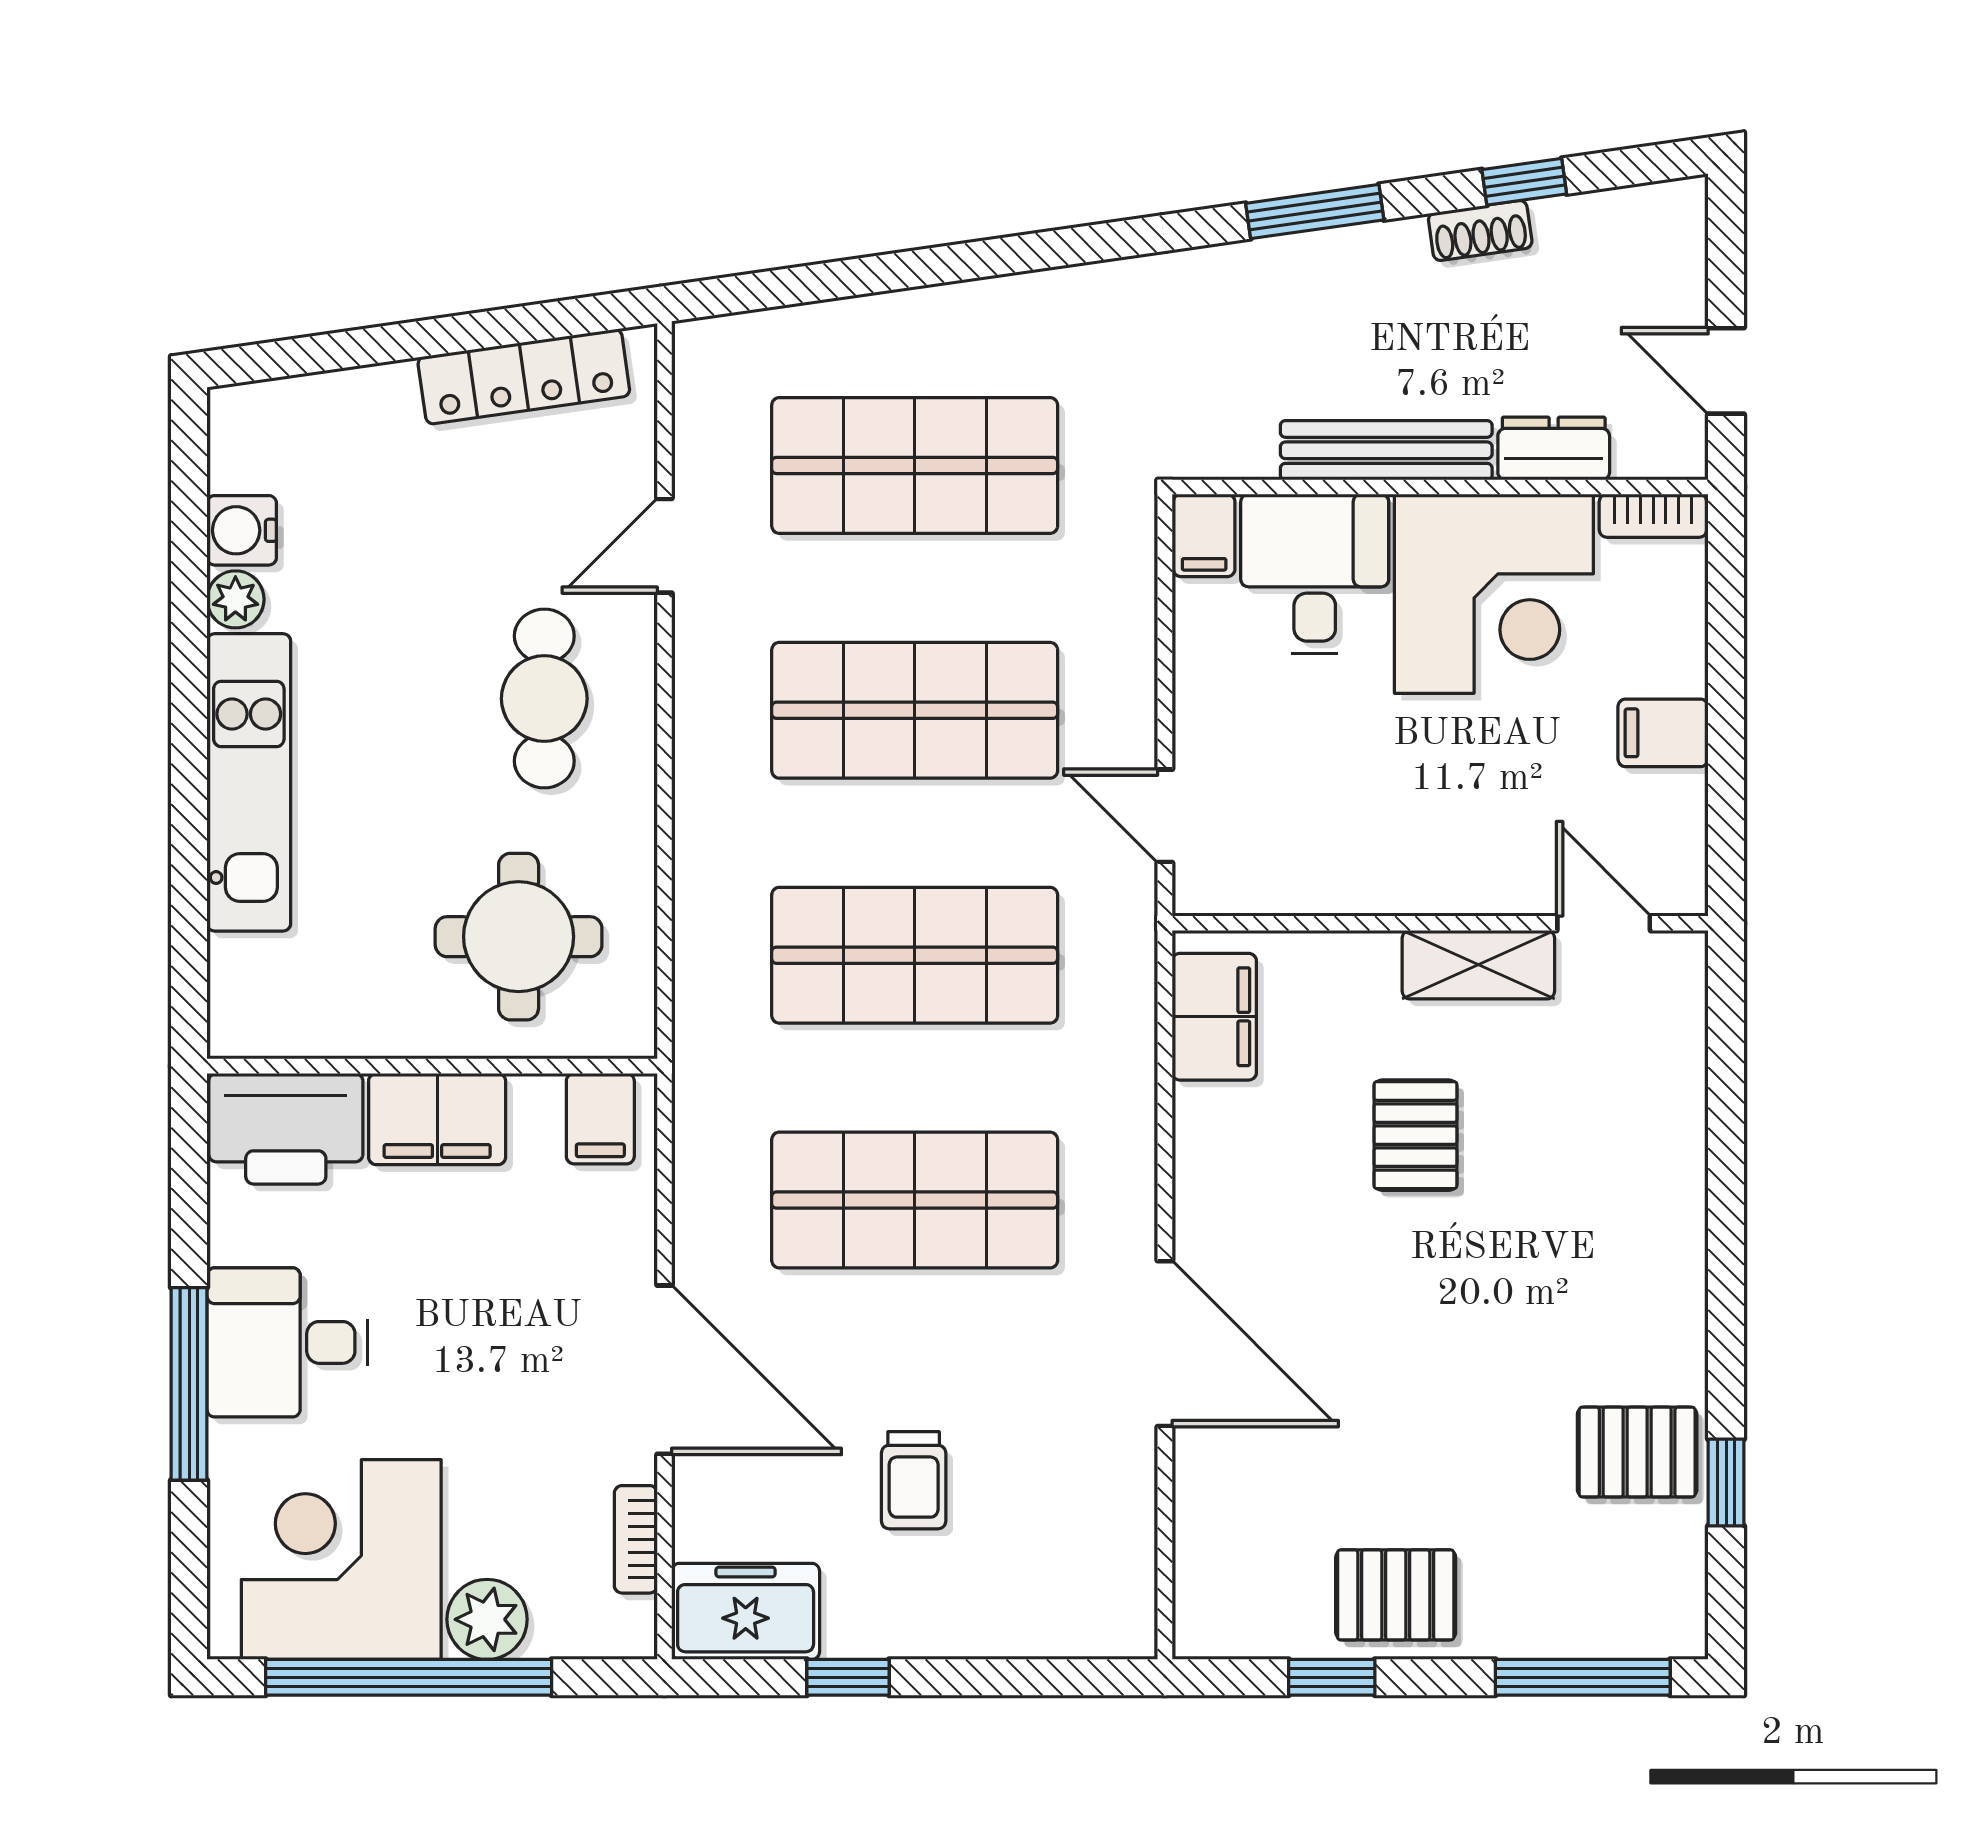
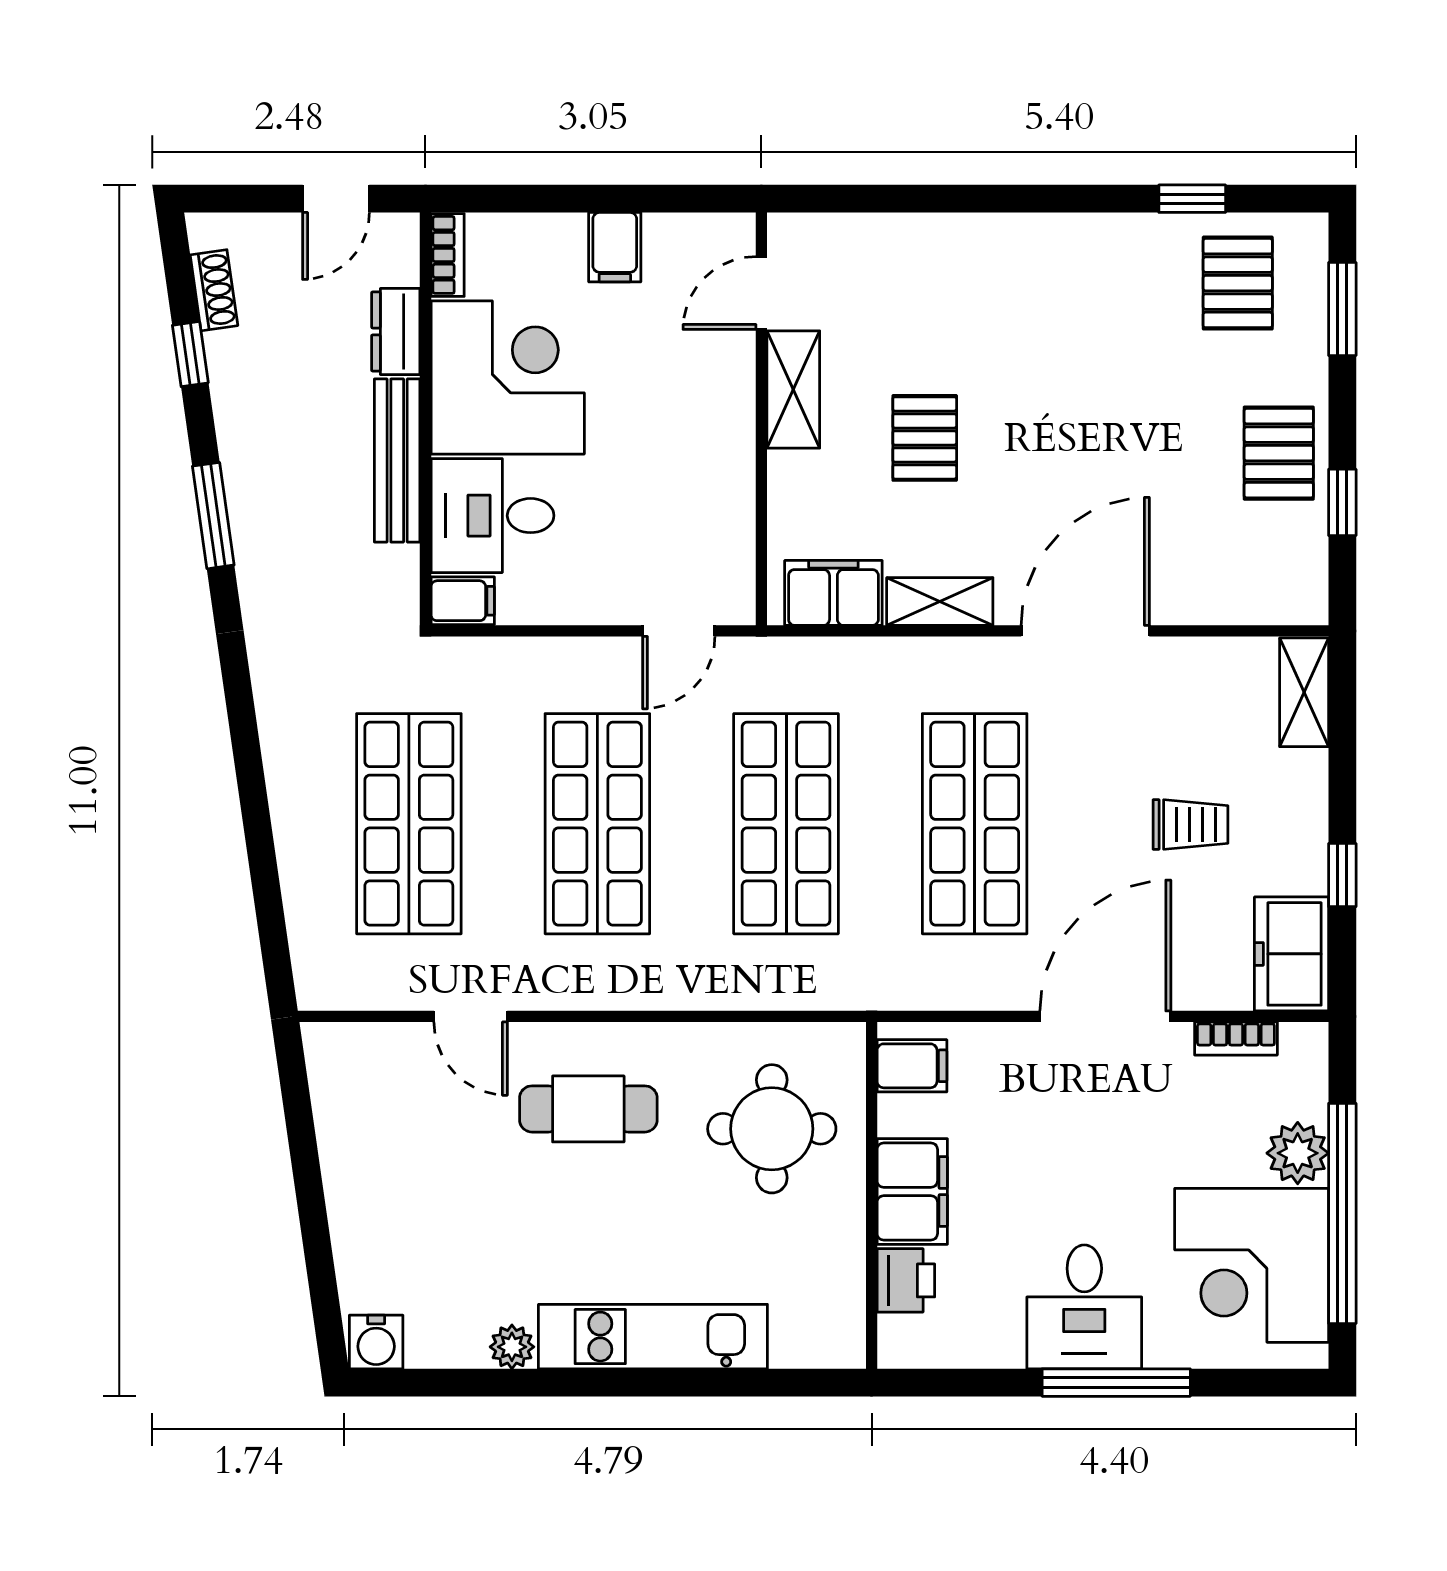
shoe rack: (1480, 231) -> (214, 290), moved
locker: (524, 377) -> (340, 1125), removed
water cooler: (242, 530) -> (376, 1342), moved
printer: (286, 1129) -> (906, 1280), width x0.53, depth x0.68
pallet: (1415, 1135) -> (925, 438), turned 90
shelving: (1203, 1155) -> (940, 602), added
pallet: (1637, 1452) -> (1238, 283), moved
shelving: (1085, 1628) -> (1304, 692), added
window: (1583, 1677) -> (1342, 309), width x0.69

